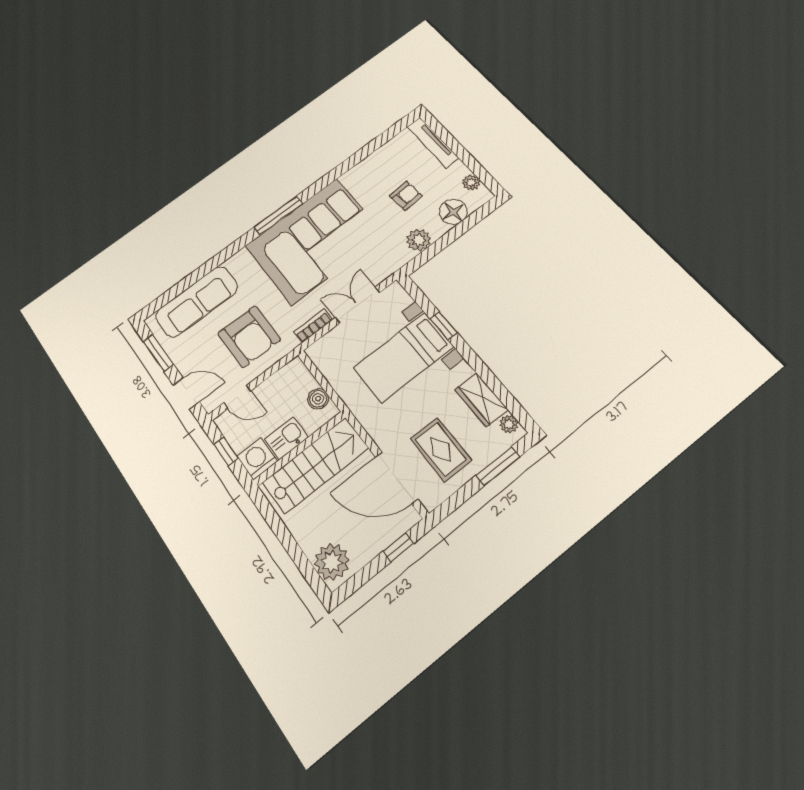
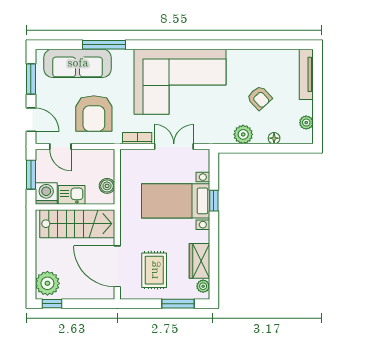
armchair: (406, 196) -> (259, 98), turned 51
floor lamp: (453, 212) -> (274, 138), width x0.53, depth x0.53
window: (278, 215) -> (104, 45), moved
window: (226, 451) -> (31, 175), width x1.50
window: (398, 547) -> (52, 304), moved

